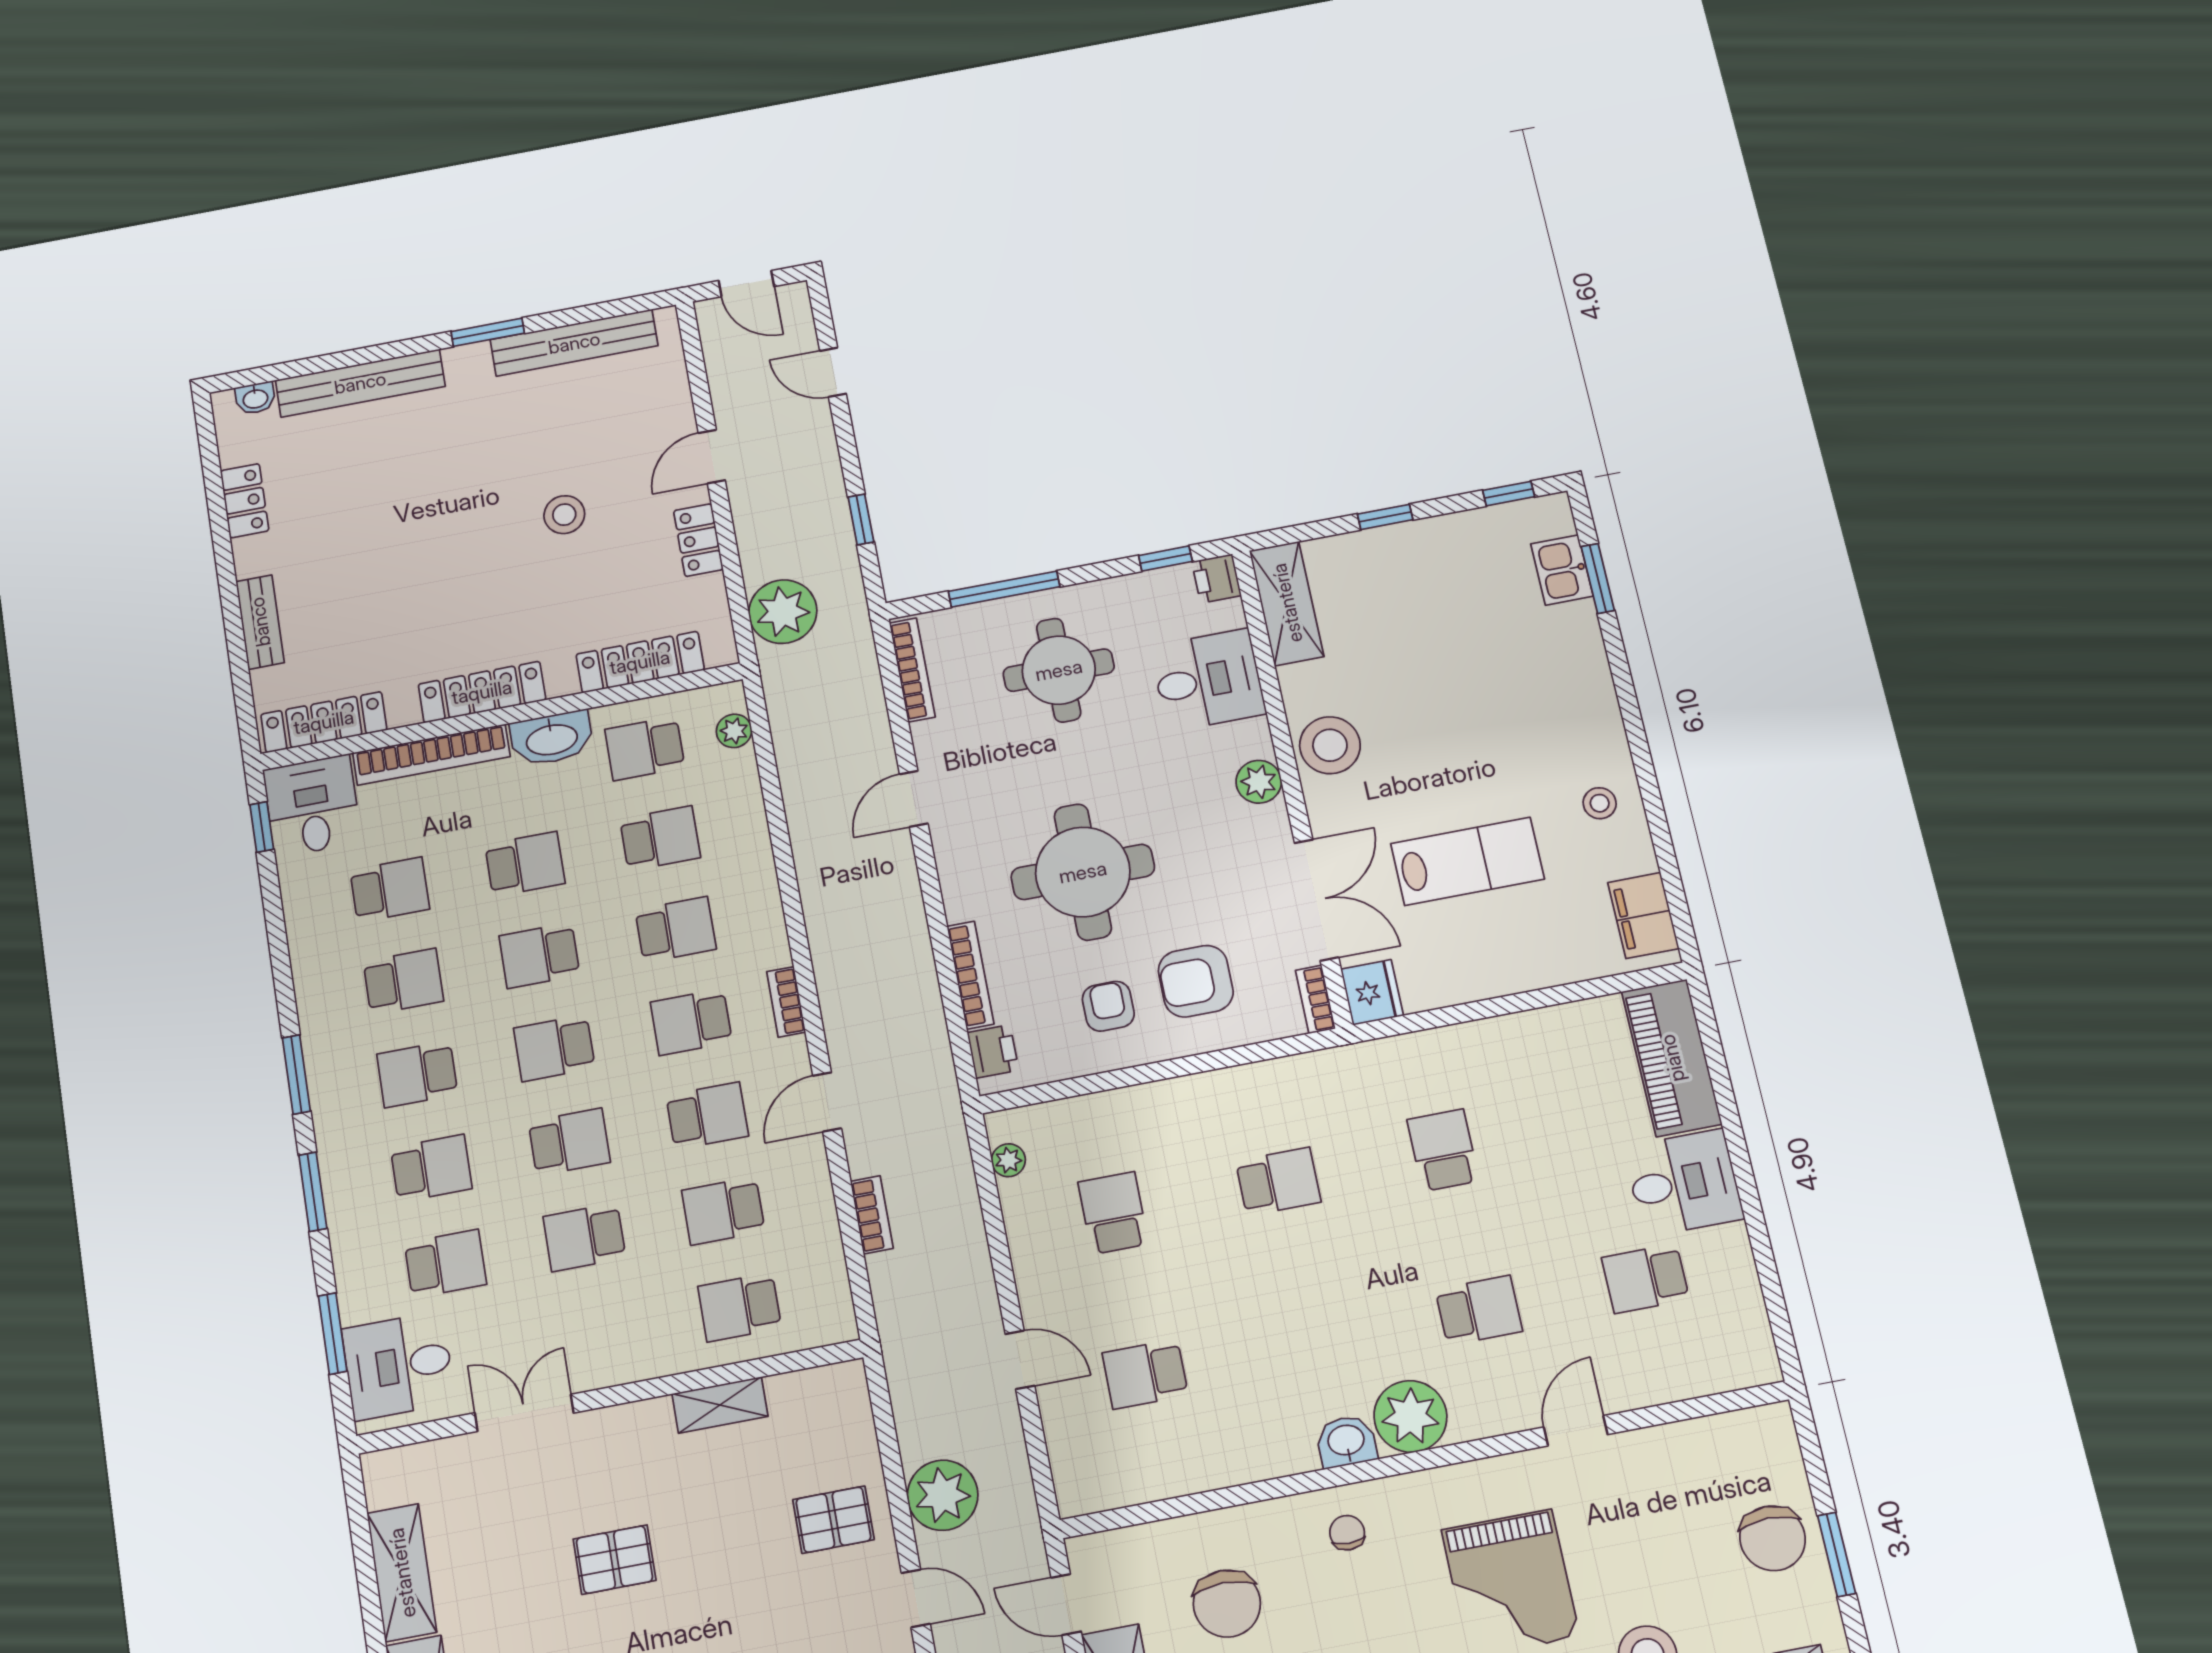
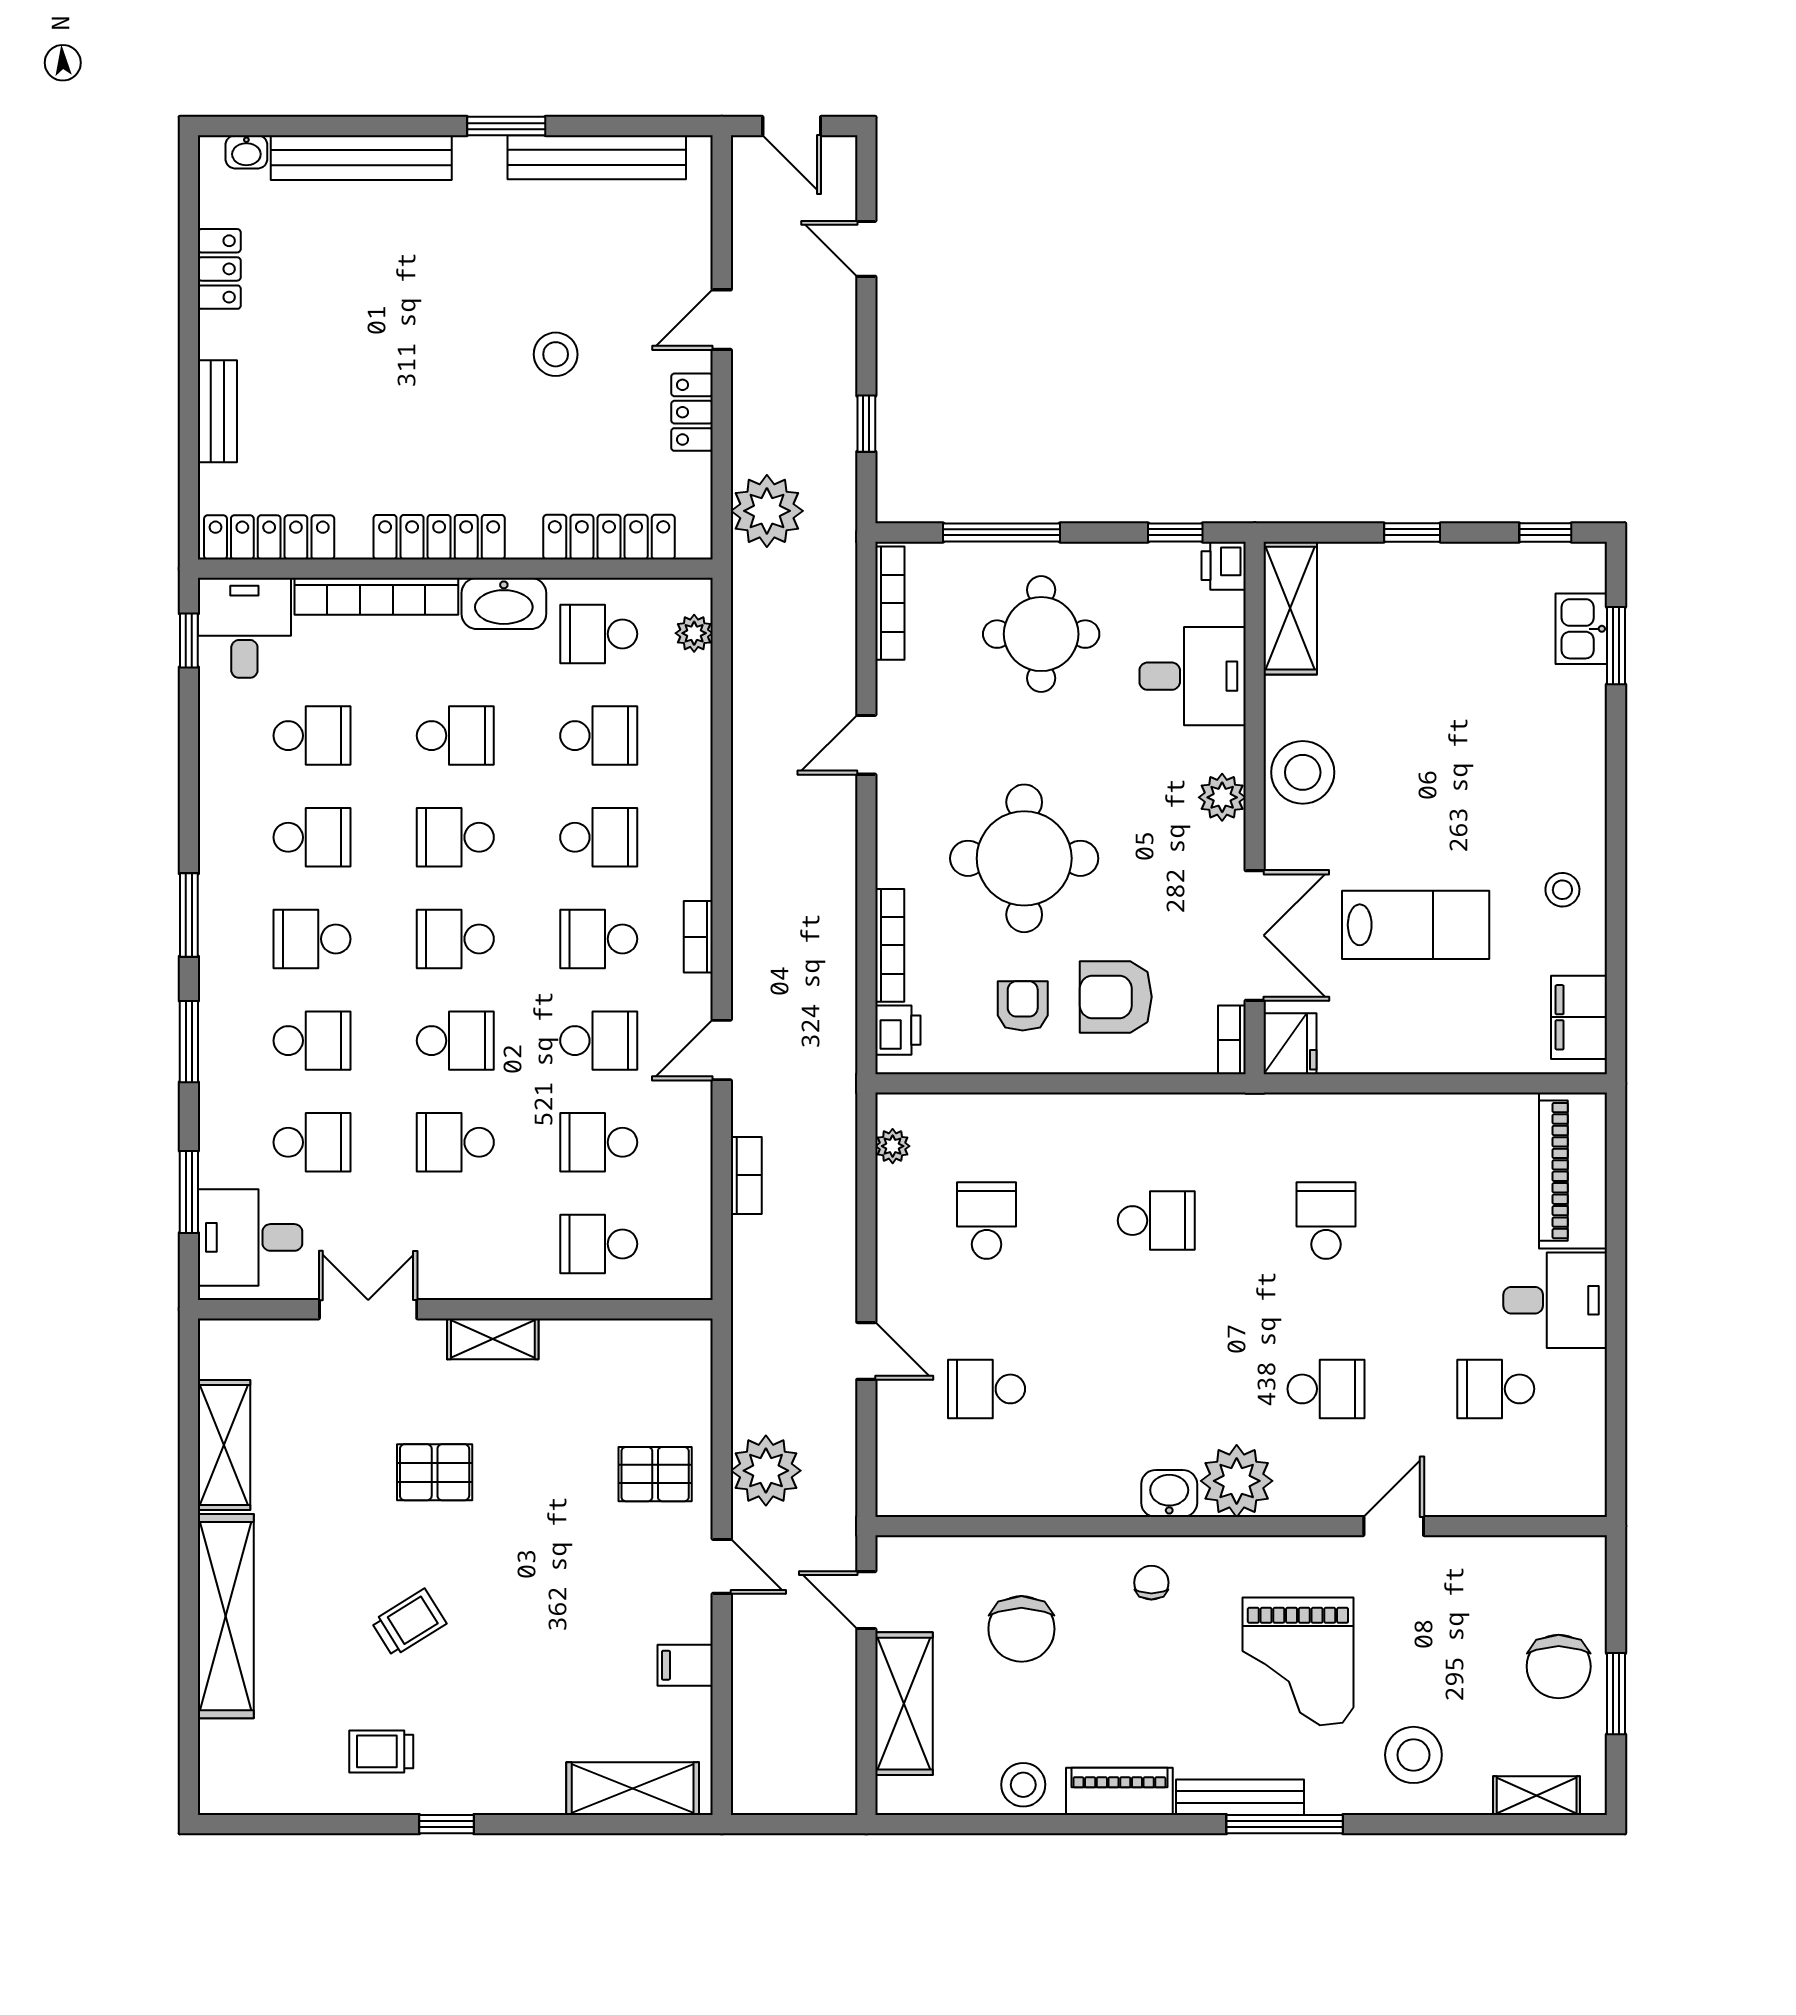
shelving: (720, 1405) -> (493, 1339), moved

